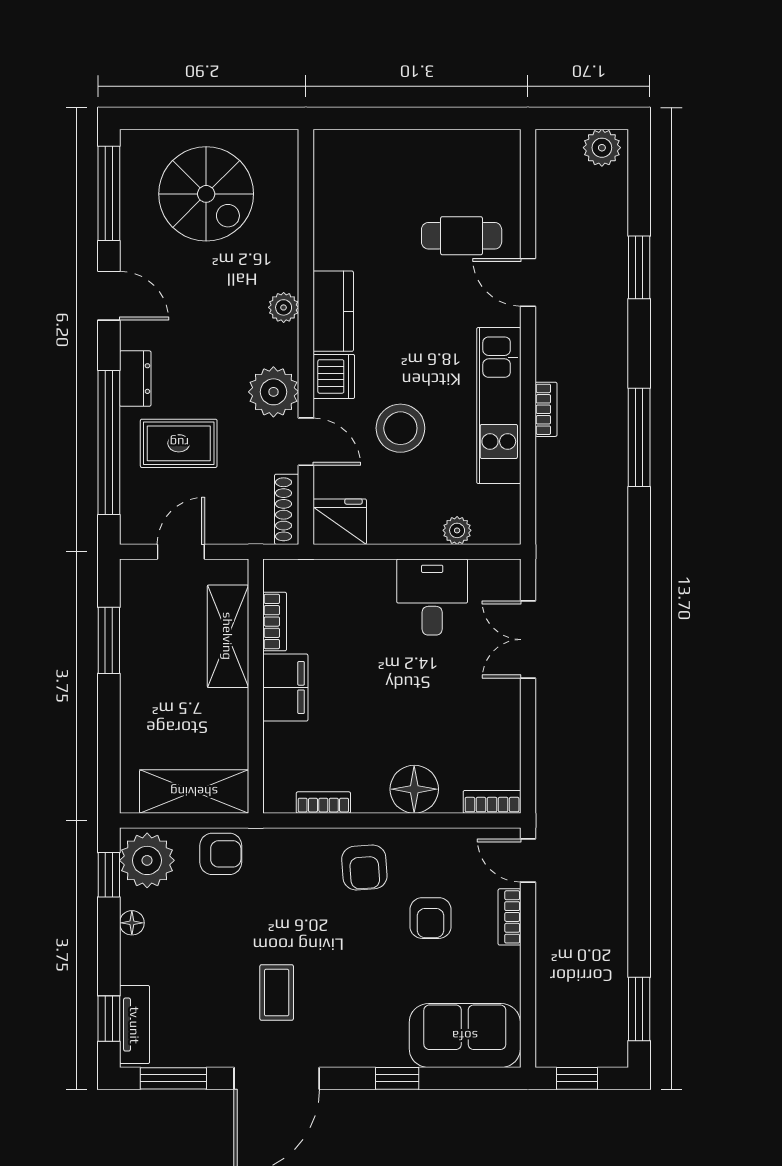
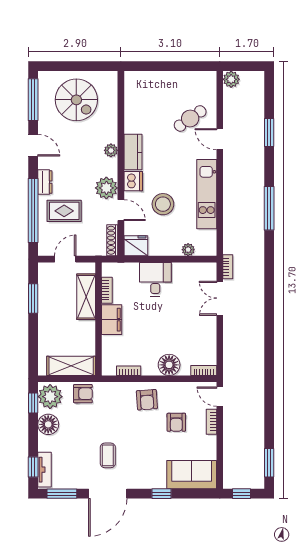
plant: (602, 148) -> (231, 79), moved
cafe table: (462, 236) -> (190, 118), turned -35
bookcase: (546, 409) -> (228, 267), moved
desk: (432, 597) -> (155, 279), moved
floor lamp: (132, 923) -> (48, 424), width x1.89, depth x1.89

